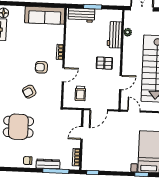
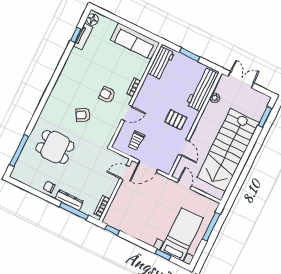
workbench: (81, 15) -> (161, 63), moved, turned -90
workbench: (115, 35) -> (202, 89), width x1.37
door: (120, 82) -> (184, 148), hinge flipped
door: (82, 133) -> (124, 172), moved

